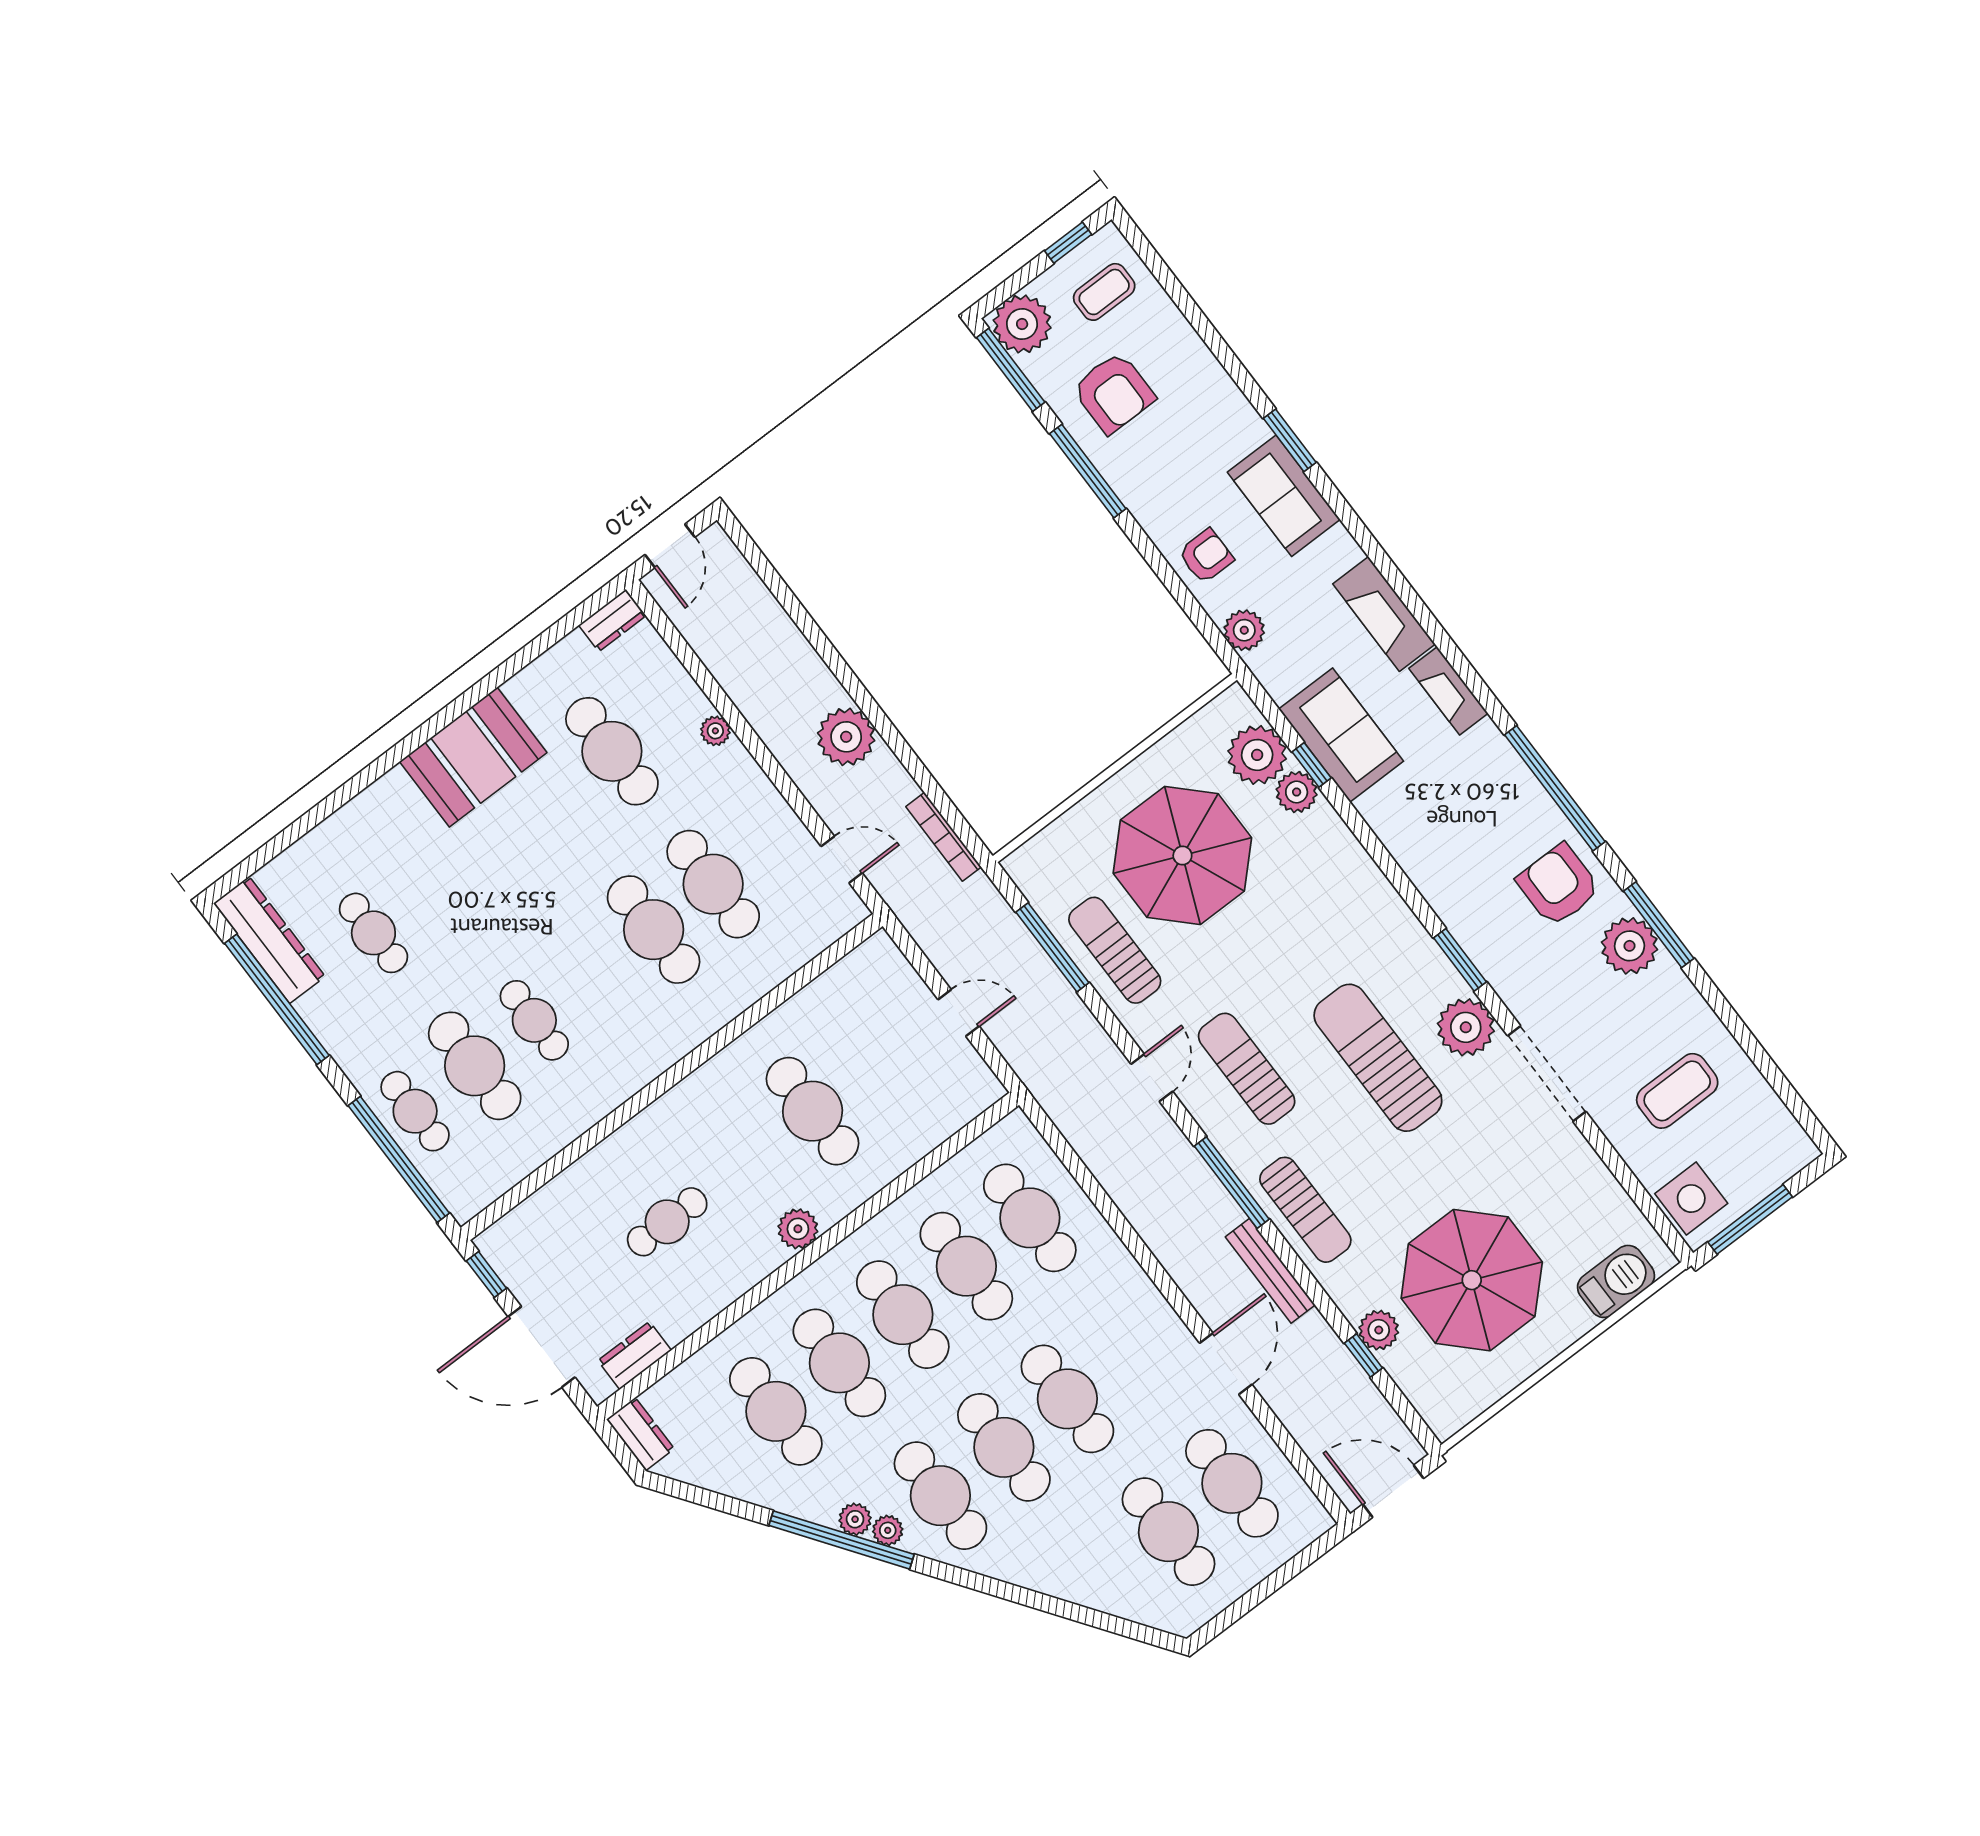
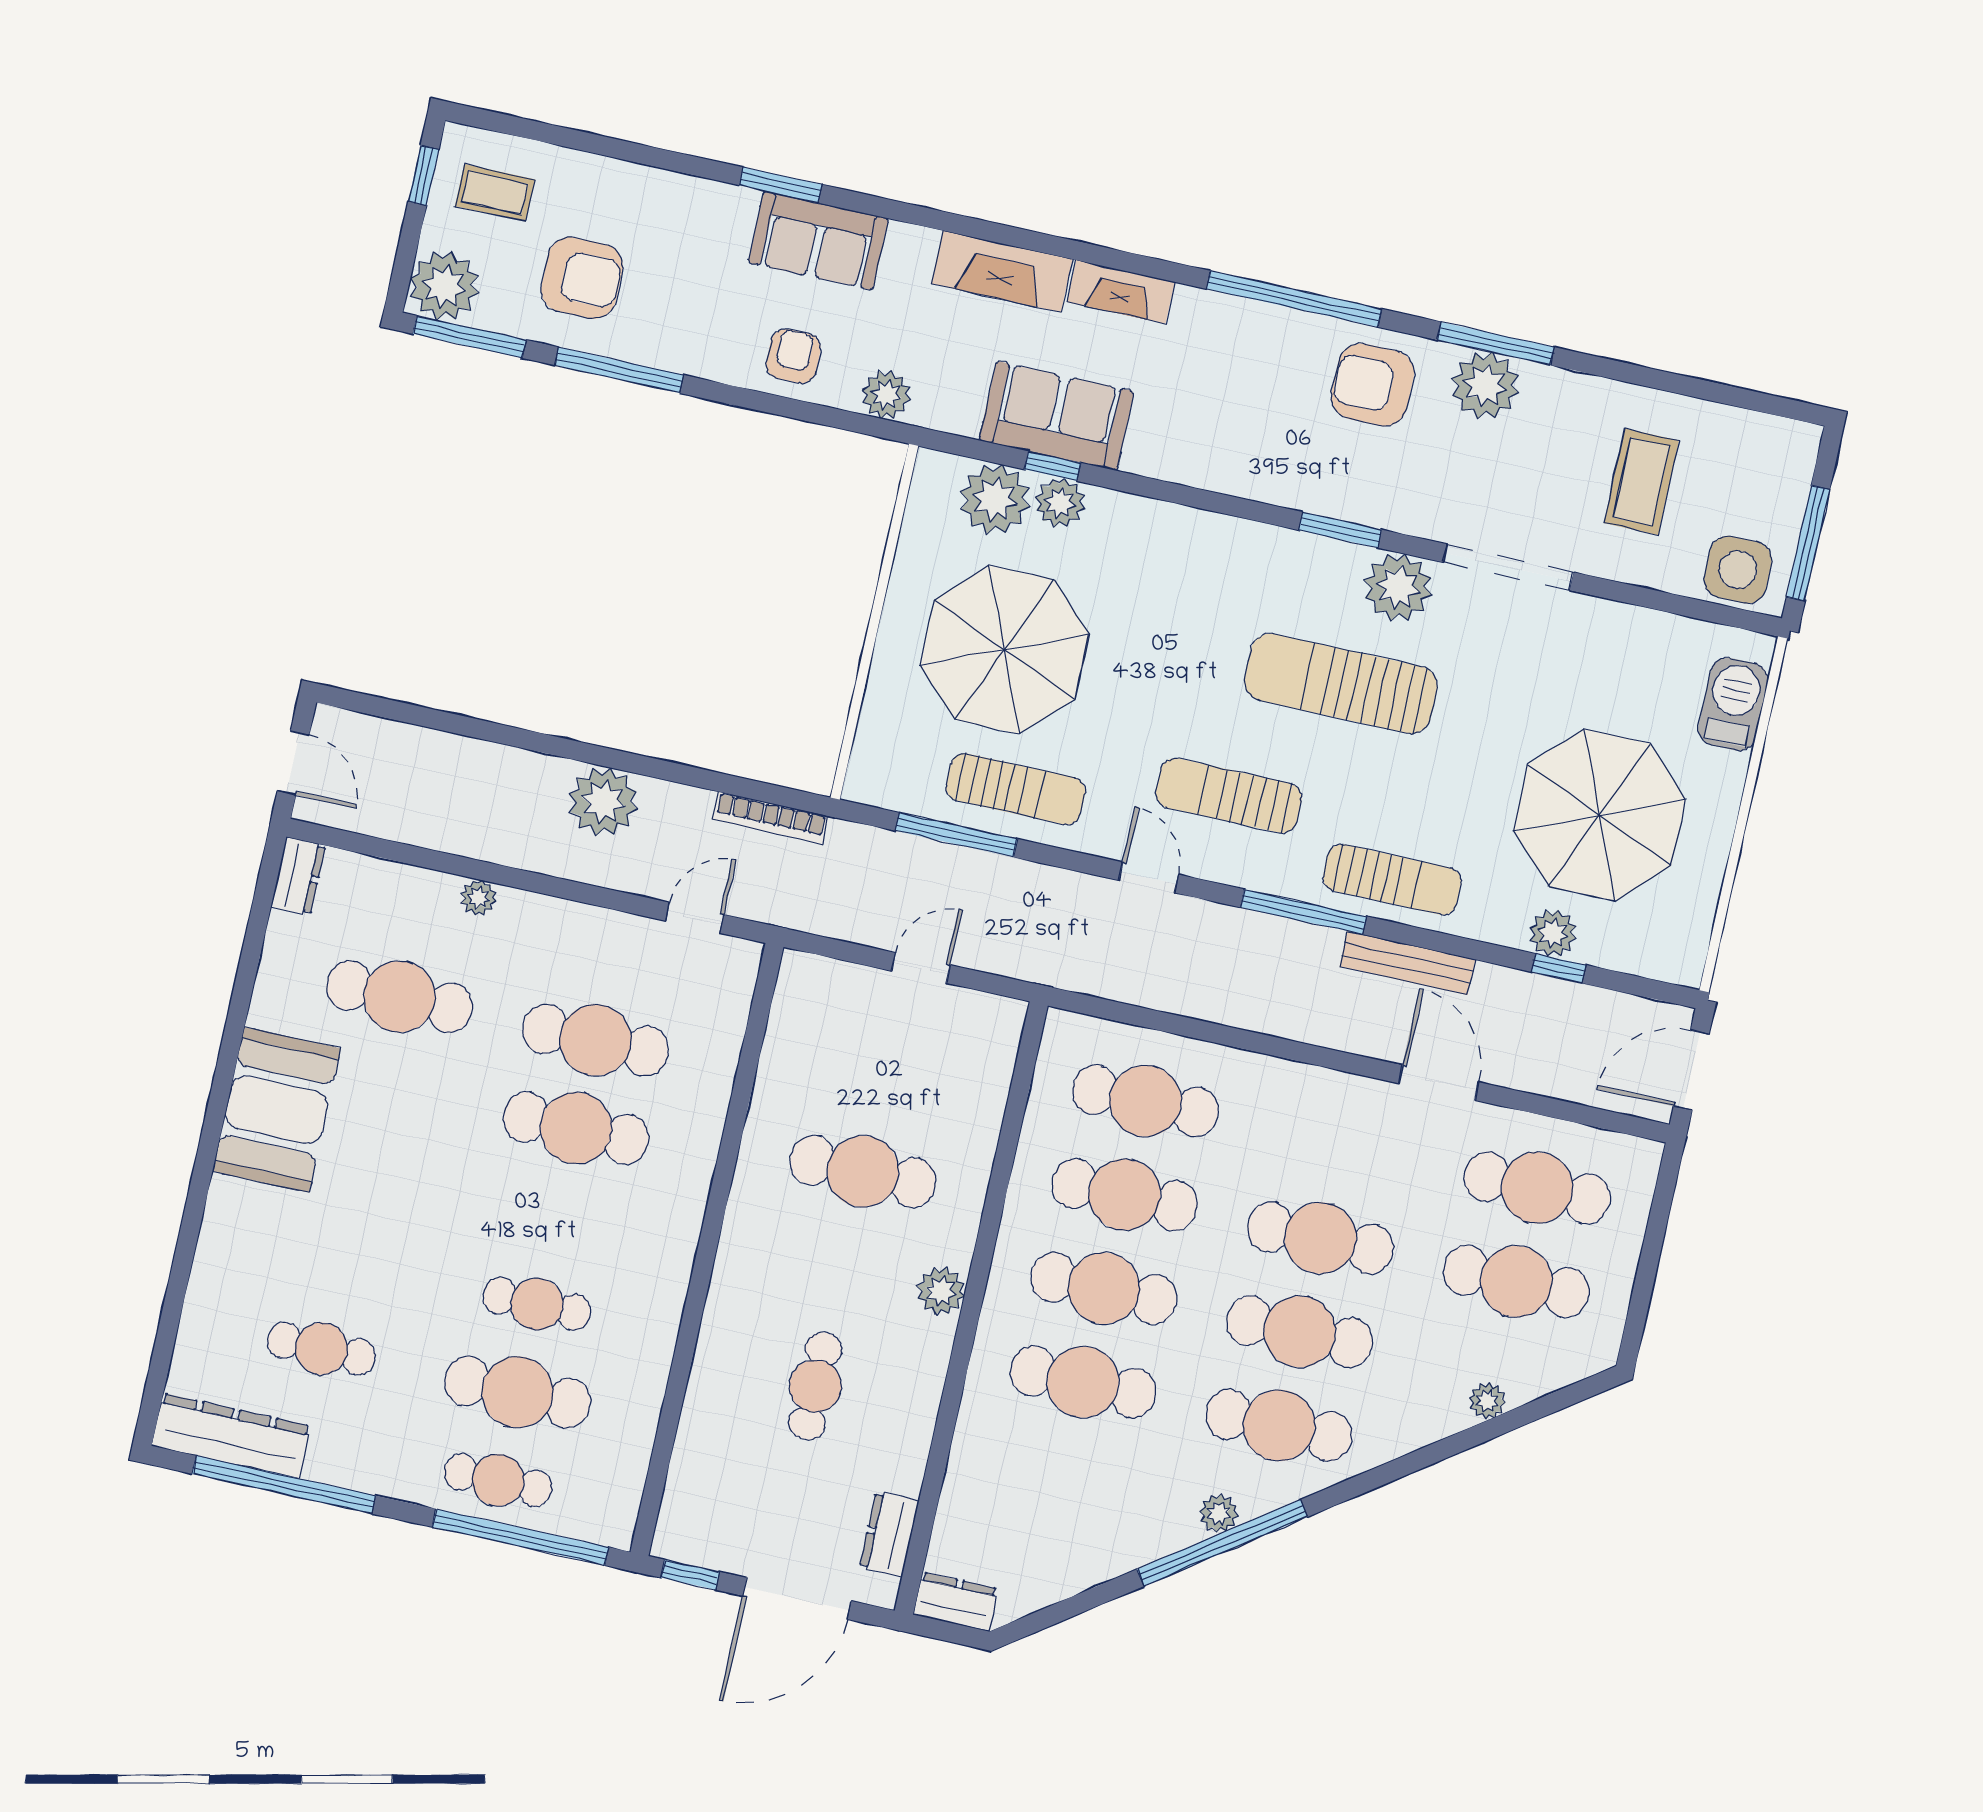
coffee table: (1104, 292) -> (495, 193), turned 90
sun lounger: (1115, 950) -> (1016, 789), turned 180
cafe table: (776, 1411) -> (1062, 1476), removed
plant: (888, 1530) -> (1487, 1401), moved

